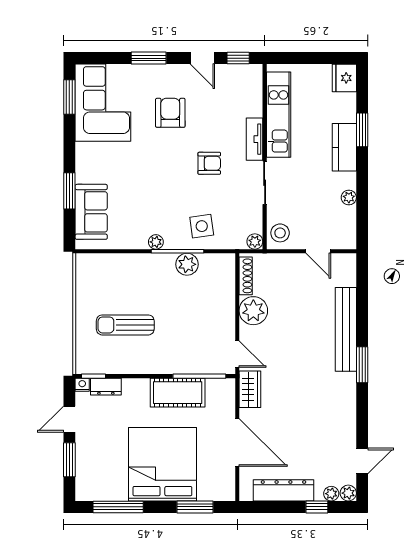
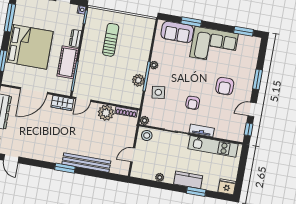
corner sofa: (103, 103) -> (214, 45), moved
armchair: (170, 113) -> (225, 86), turned 90
dresser: (106, 387) -> (75, 38), moved

